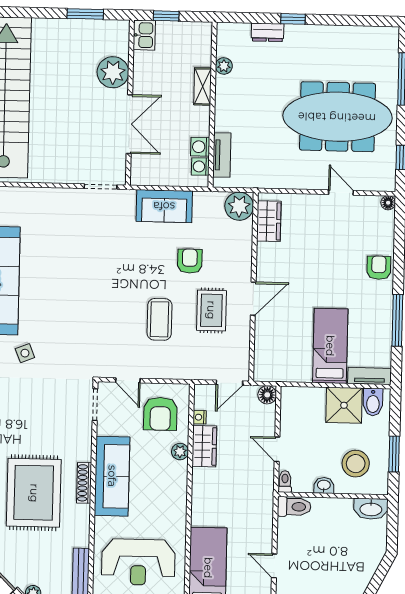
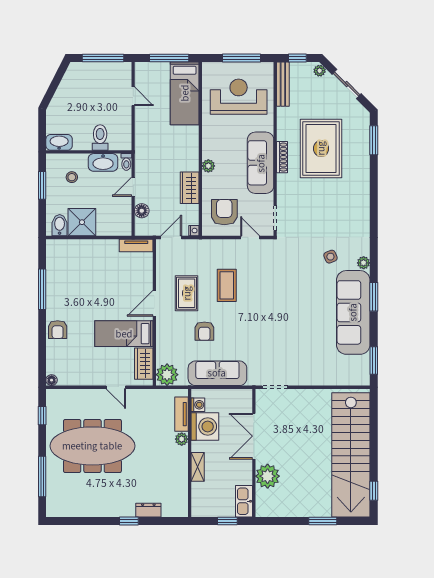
window: (85, 14) -> (323, 521), moved
kitchen sink: (144, 35) -> (244, 501), width x1.38
plant: (224, 66) -> (182, 439), moved
washing machine: (200, 147) -> (205, 426), width x1.89, depth x1.89
door: (341, 192) -> (116, 387), moved
sofa: (164, 206) -> (217, 373), width x1.36
bed: (330, 346) -> (124, 334), moved, turned 90
tv unit: (369, 376) -> (136, 245), moved
floor lamp: (267, 395) -> (142, 211), moved
nightstand: (200, 417) -> (194, 231), moved
door: (277, 449) -> (133, 187), swing flipped
plant: (180, 452) -> (208, 166), moved
stool: (356, 464) -> (72, 177), width x0.53, depth x0.53
washbasin: (324, 485) -> (103, 162), width x1.91, depth x1.45
toilet: (294, 507) -> (100, 138), moved, turned 90

